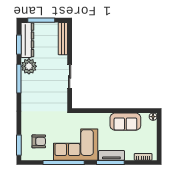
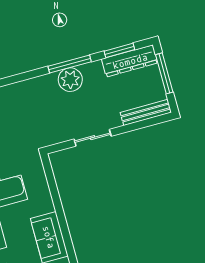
plant: (29, 66) -> (70, 80), moved

